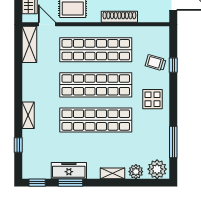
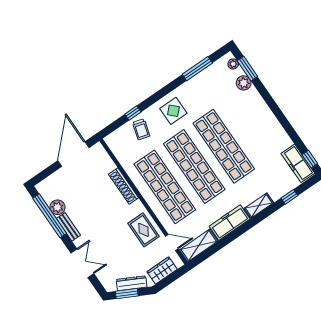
door: (47, 24) -> (172, 242), swing flipped
freezer: (31, 82) -> (230, 223), added
plant: (157, 169) -> (233, 64), width x0.53, depth x0.53
freezer: (69, 171) -> (298, 163), moved
shelving: (113, 173) -> (259, 101), removed
window: (70, 183) -> (247, 69), moved

